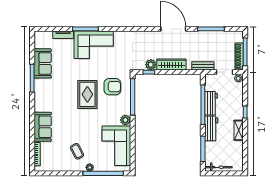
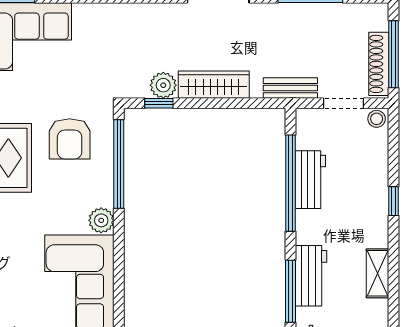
armchair: (112, 87) -> (70, 139), turned 90
workbench: (211, 128) -> (311, 276), moved
shelving: (239, 130) -> (378, 273), moved

